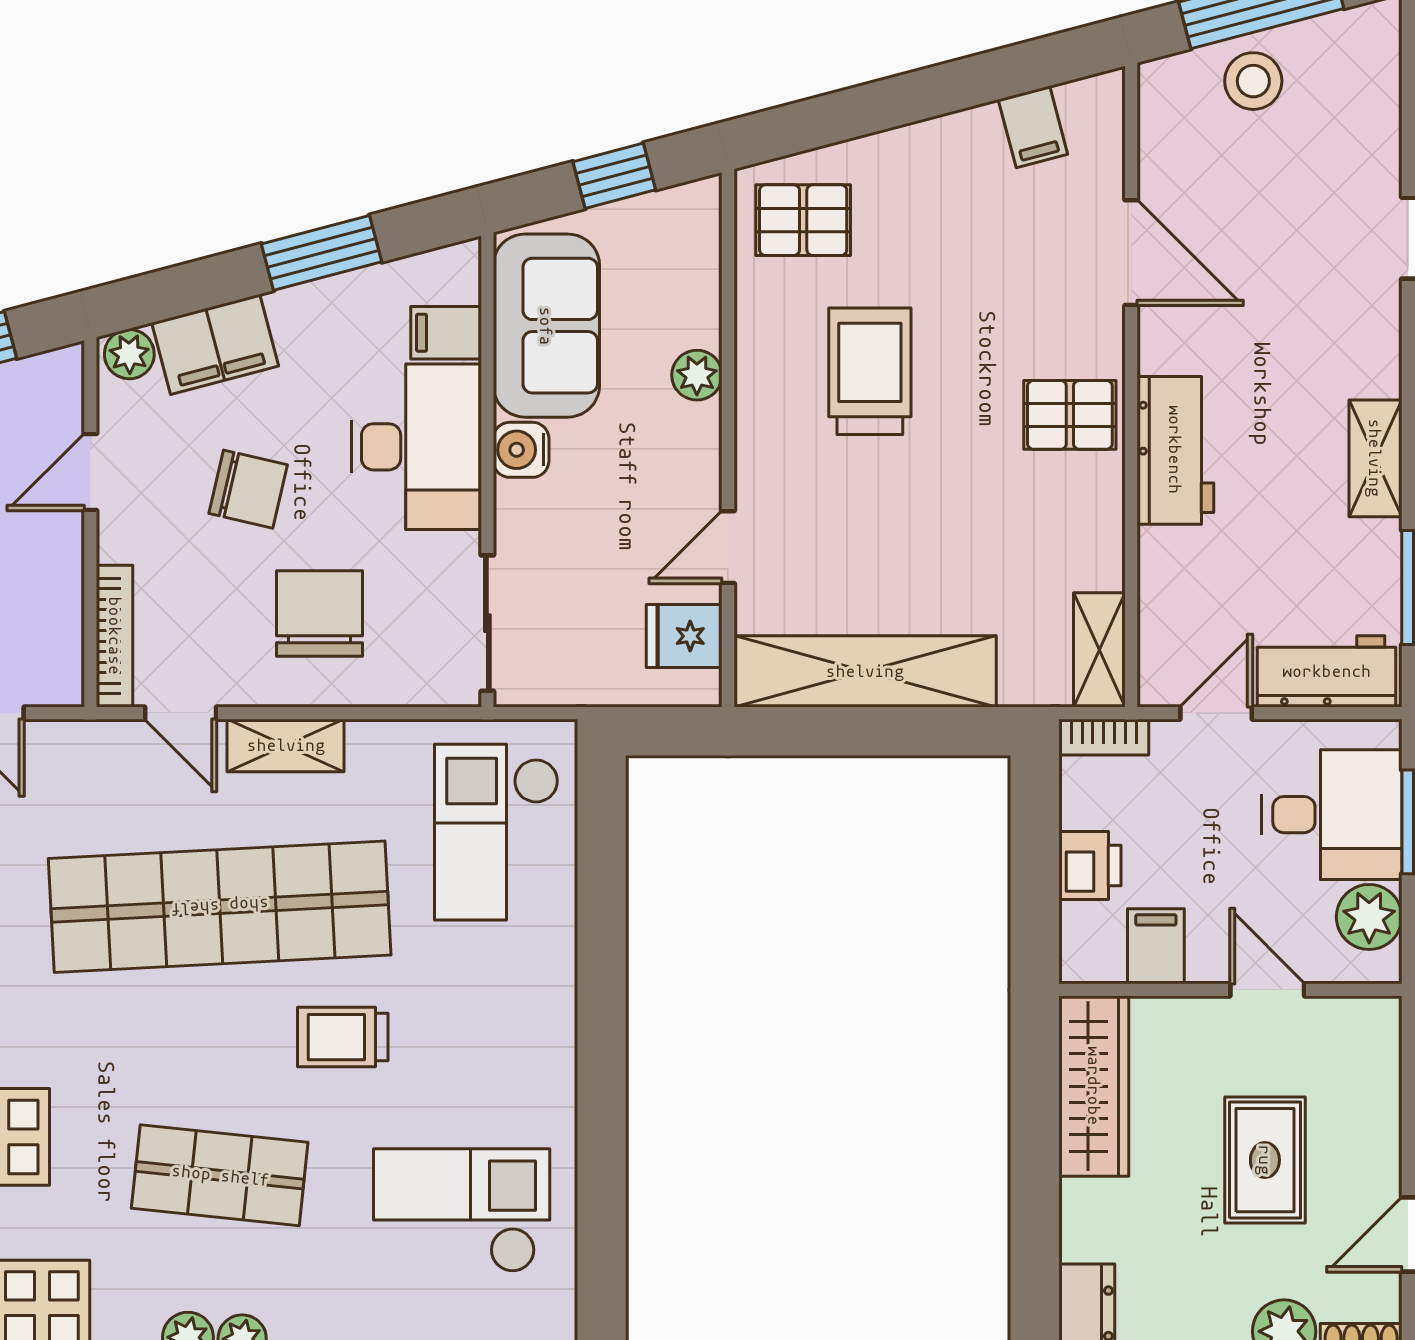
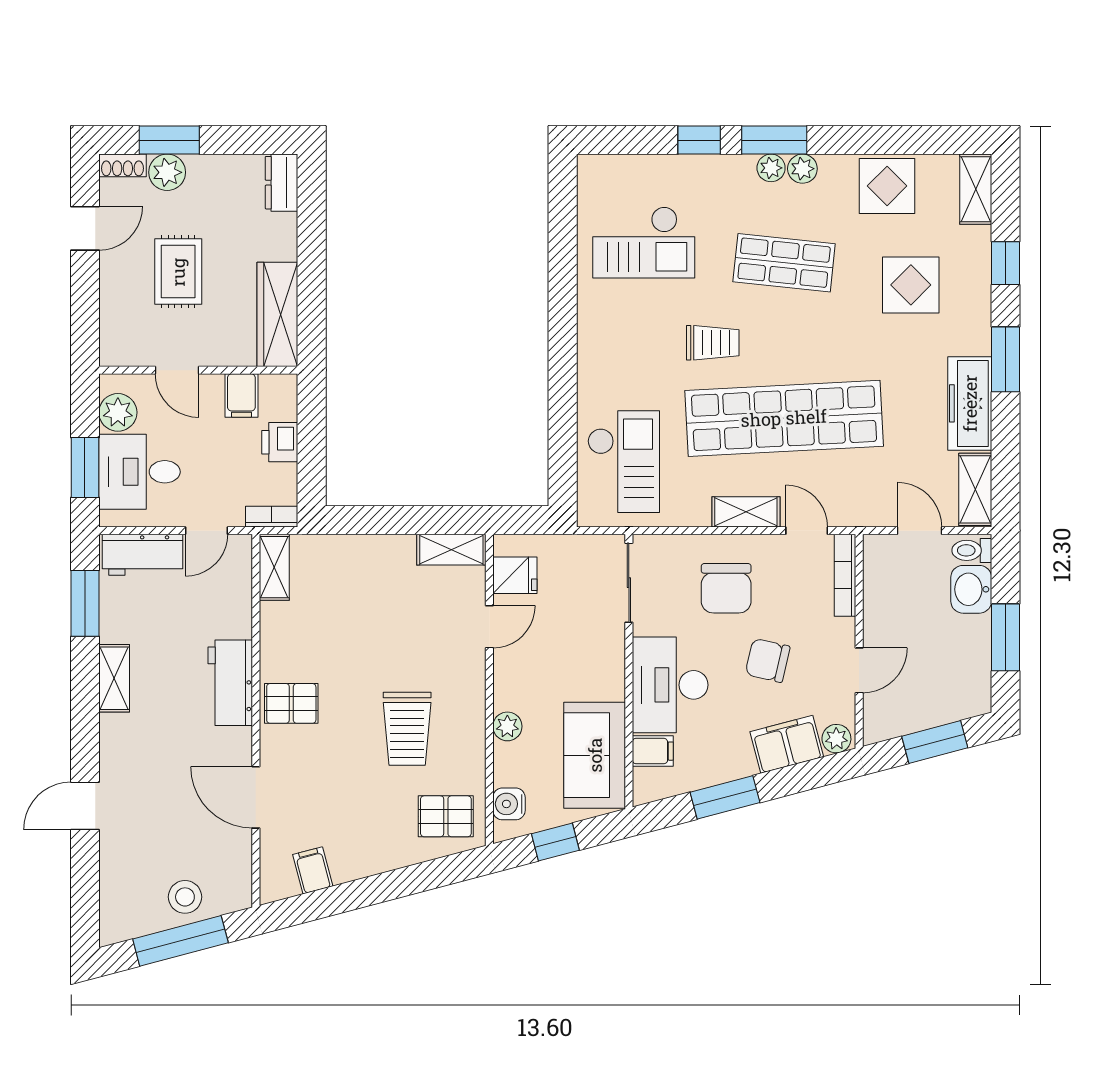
water cooler: (521, 450) -> (509, 804), moved, turned 180
shelving: (865, 671) -> (451, 550), width x0.45, depth x0.75

